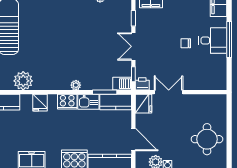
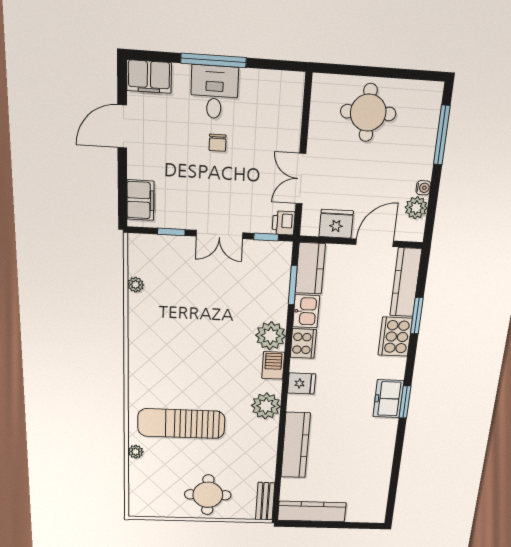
barbecue: (122, 84) -> (273, 365), moved
plant: (76, 85) -> (271, 336), width x1.87, depth x1.87
fridge: (144, 104) -> (336, 224), moved
round table: (207, 139) -> (368, 113), moved

